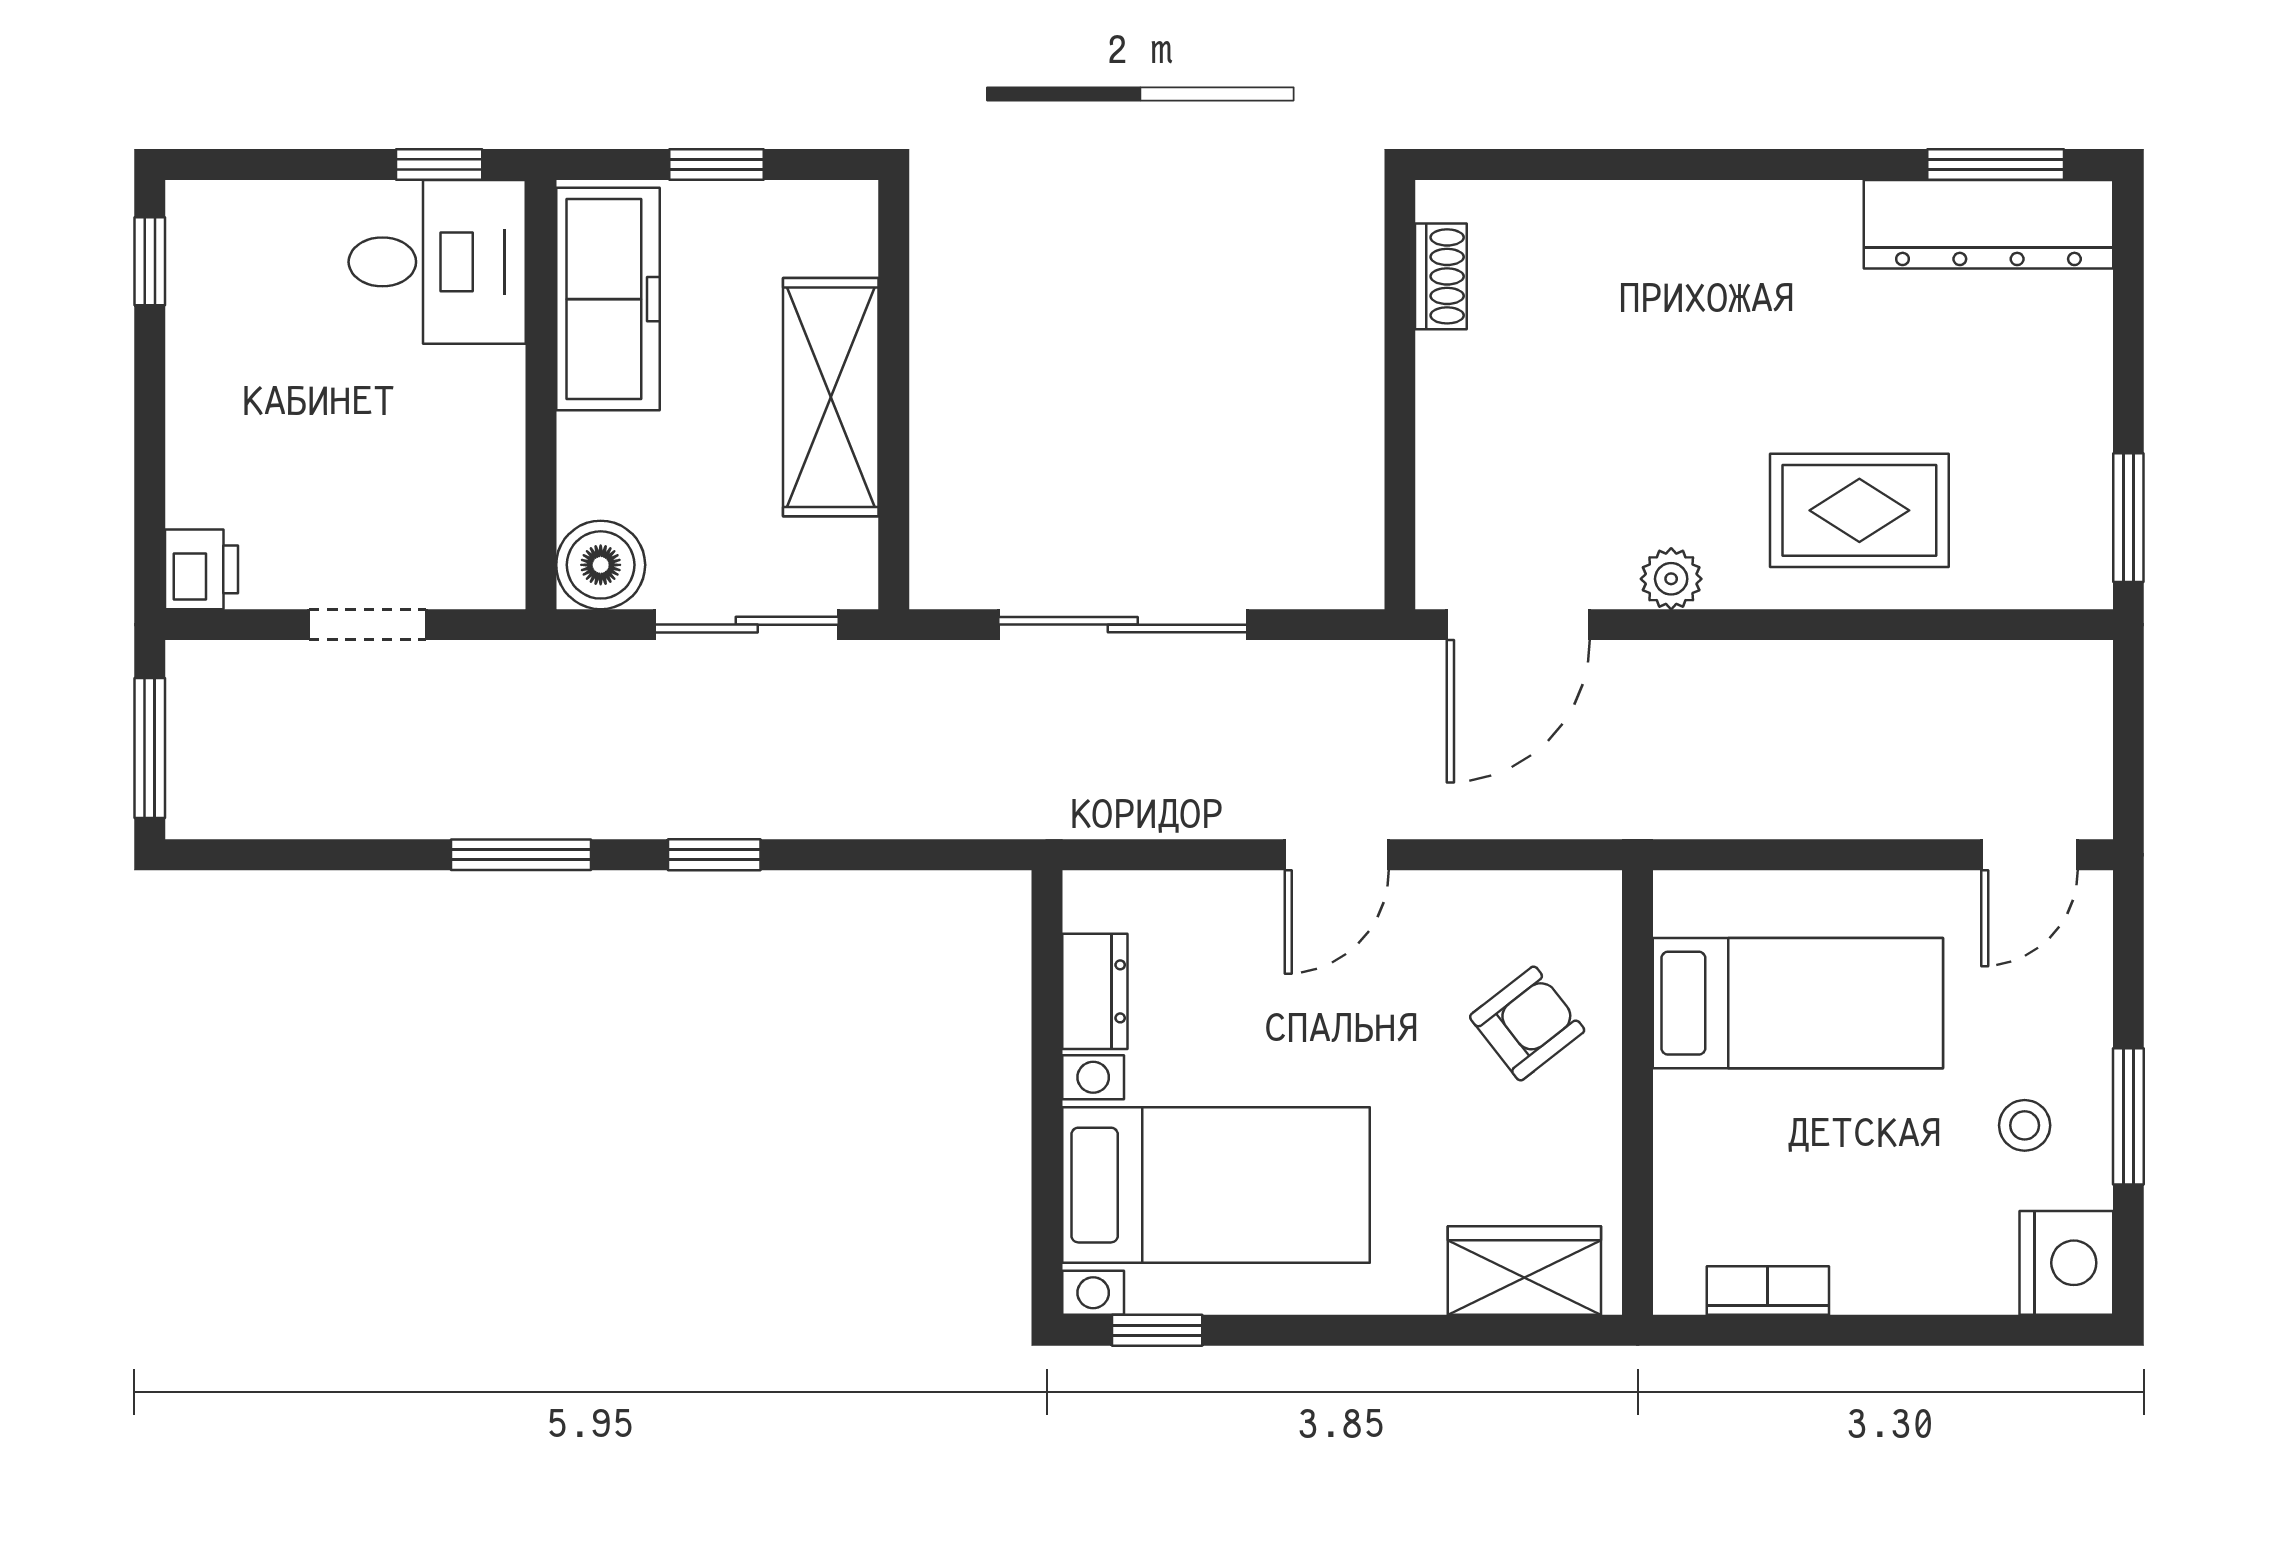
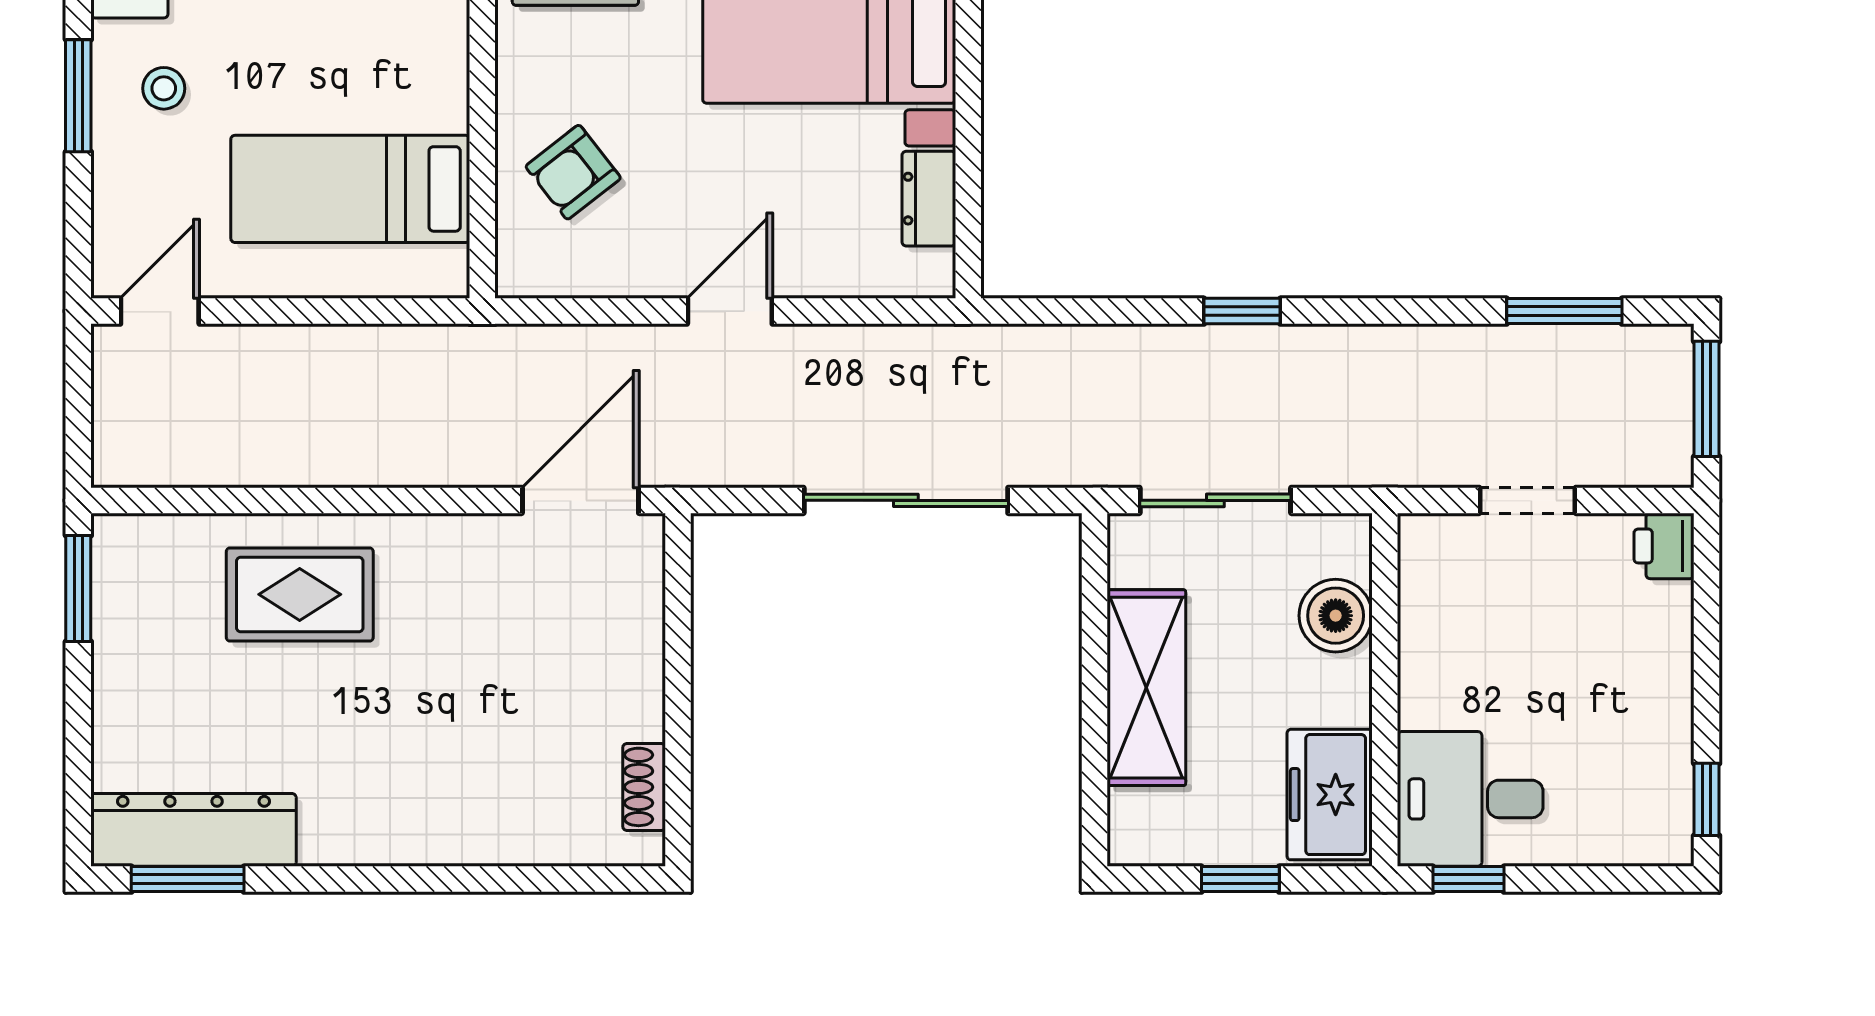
freezer: (608, 299) -> (1330, 795), width x0.71
boiler: (601, 565) -> (1336, 616), moved
plant: (1671, 579) -> (455, 538), removed
window: (521, 855) -> (1564, 311), moved

